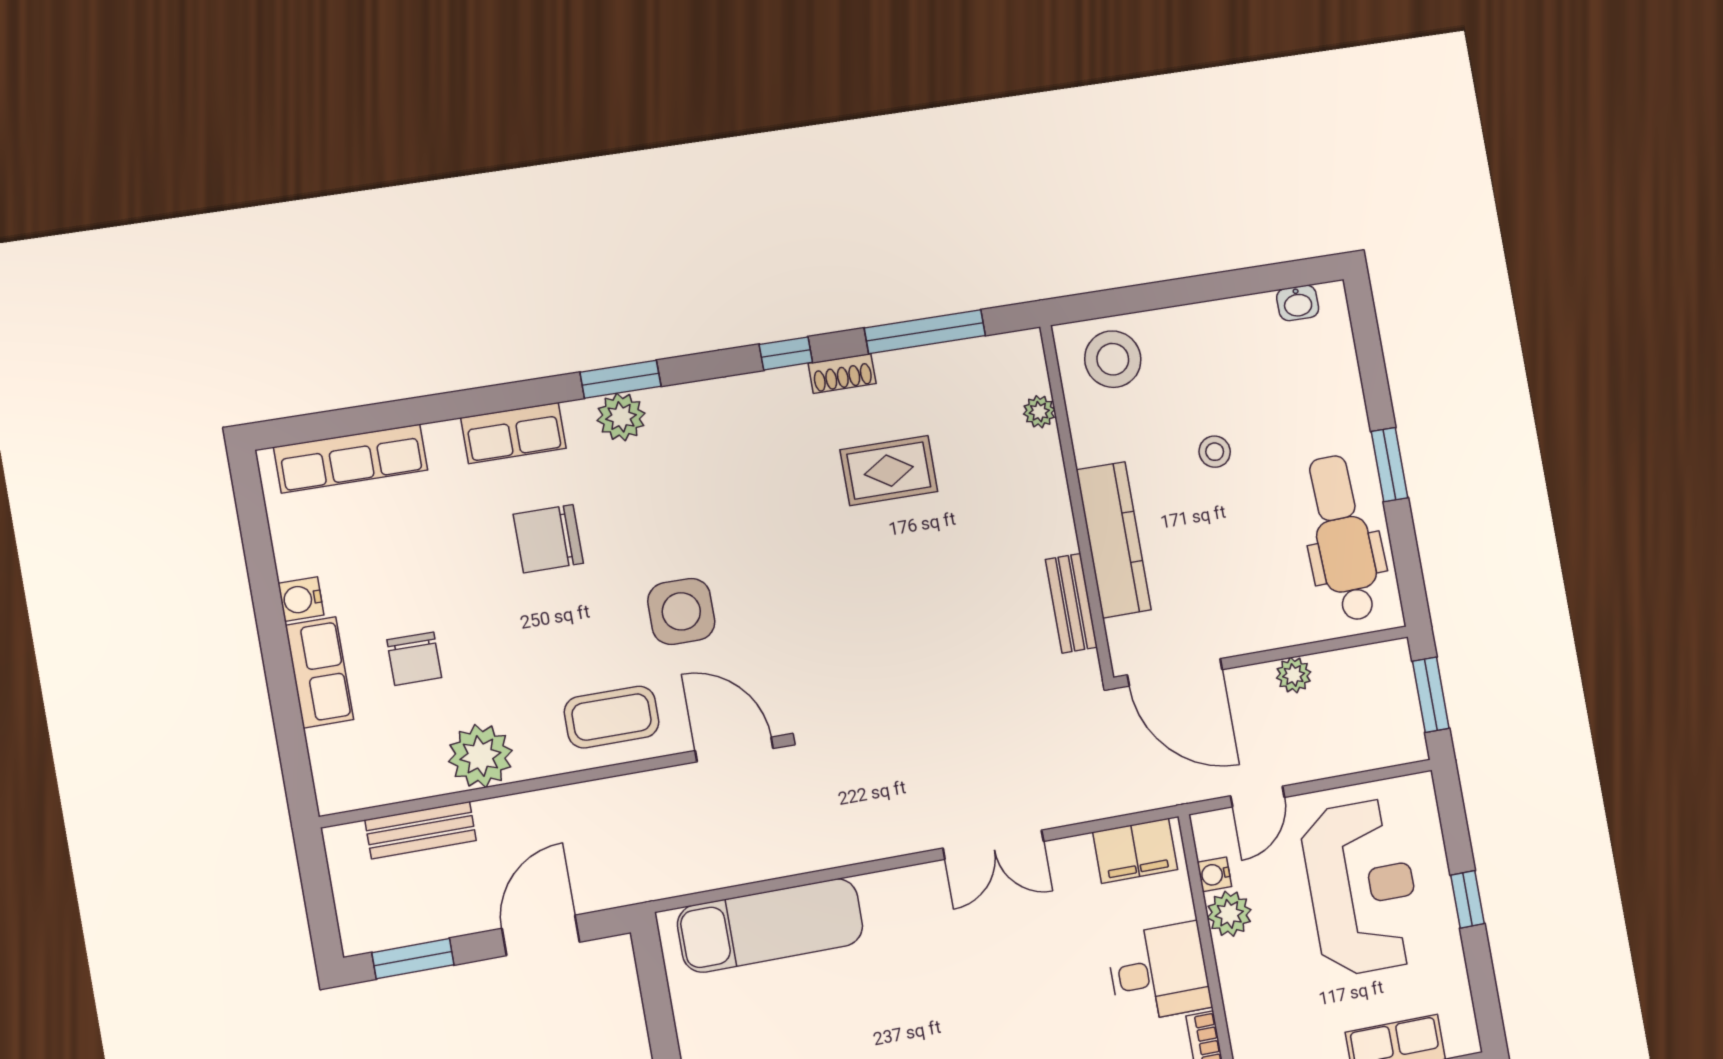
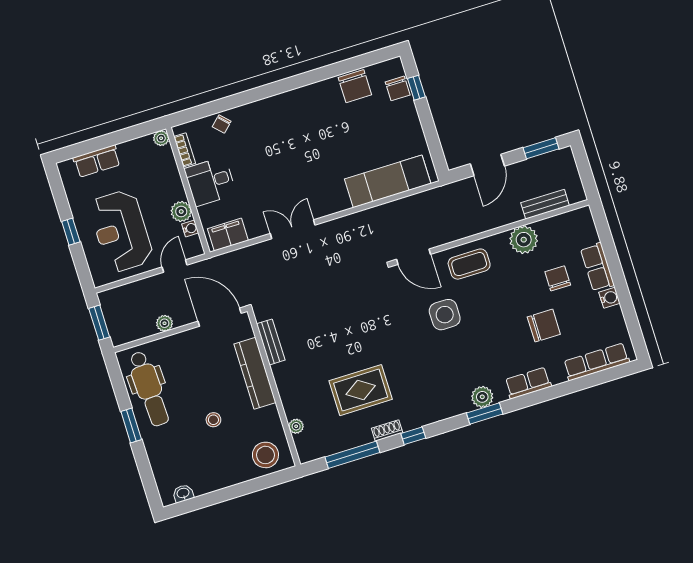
rug: (889, 471) -> (361, 390), width x1.36, depth x1.43
chair: (548, 539) -> (544, 326), moved

